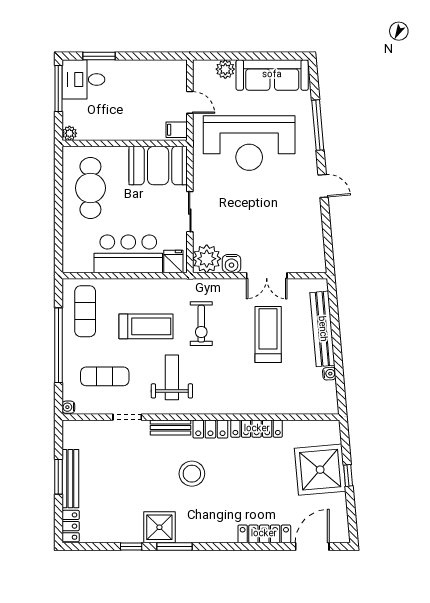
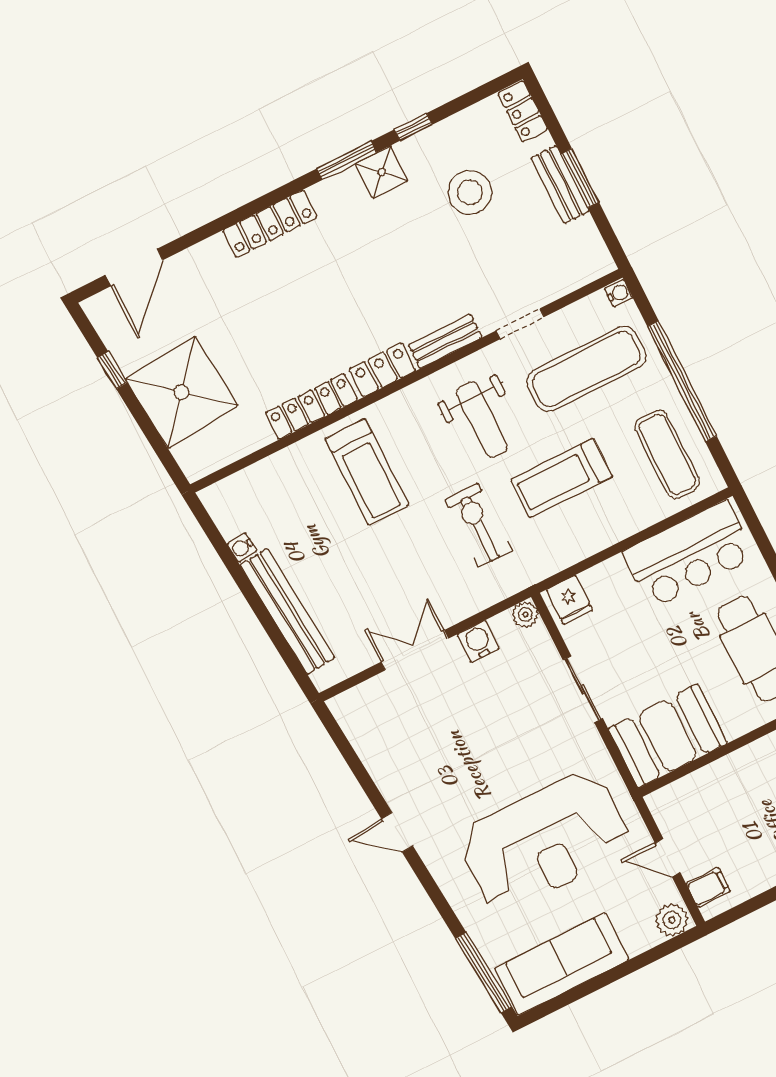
plant: (225, 69) -> (672, 920), moved
window: (318, 125) -> (484, 973), moved
filing cabinet: (177, 130) -> (708, 887), moved
reception desk: (249, 143) -> (545, 841), turned 180
bar counter: (128, 254) -> (689, 554), moved
plant: (207, 259) -> (525, 615), width x0.53, depth x0.53
treadmill: (268, 335) -> (367, 472), moved
exercise mat: (105, 376) -> (586, 369), width x1.36, depth x1.45
stool: (192, 474) -> (470, 192), moved
window: (348, 476) -> (112, 370), moved
bench: (70, 479) -> (560, 184), width x0.73
shower: (159, 527) -> (382, 172), width x0.73, depth x0.73
locker: (264, 534) -> (270, 224), moved

